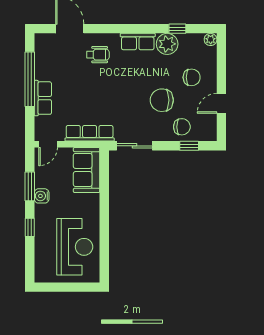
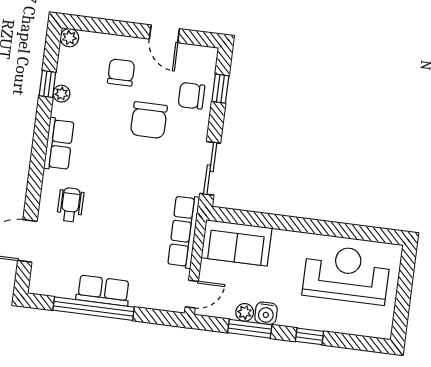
plant: (167, 44) -> (61, 94), width x0.53, depth x0.53
row of seats: (43, 98) -> (103, 291), moved
chair: (182, 127) -> (191, 96), turned -90
door: (48, 144) -> (192, 294), hinge flipped
plant: (40, 181) -> (245, 312), added

